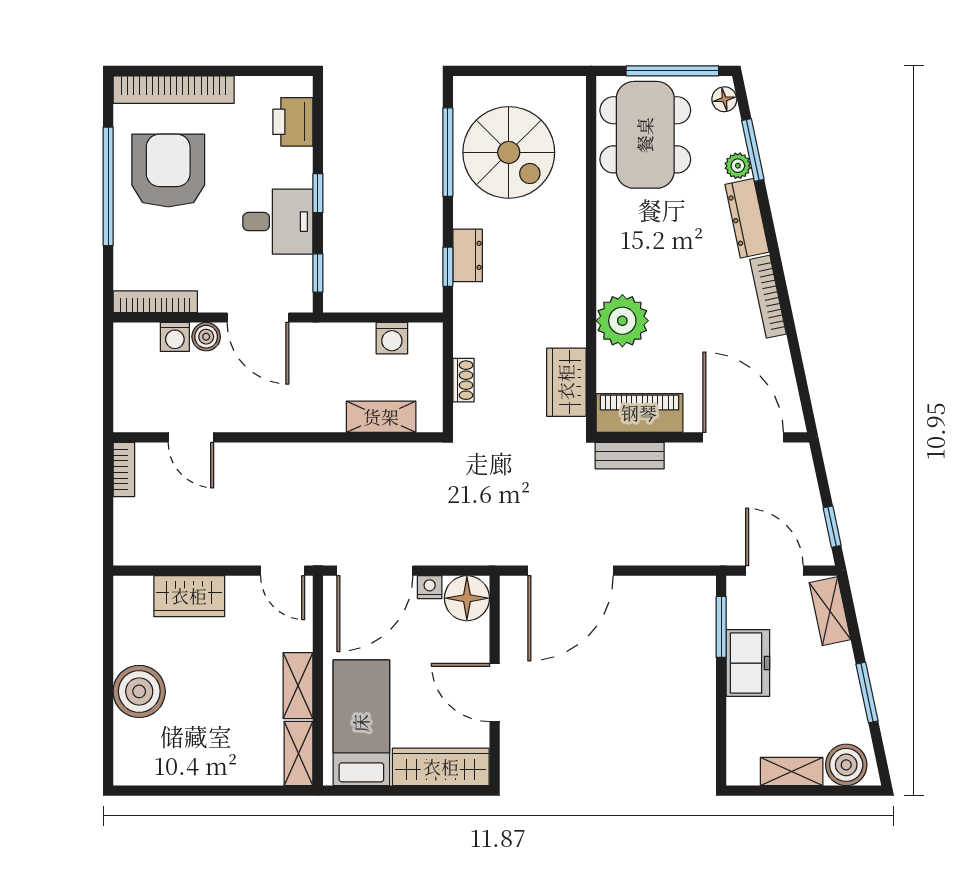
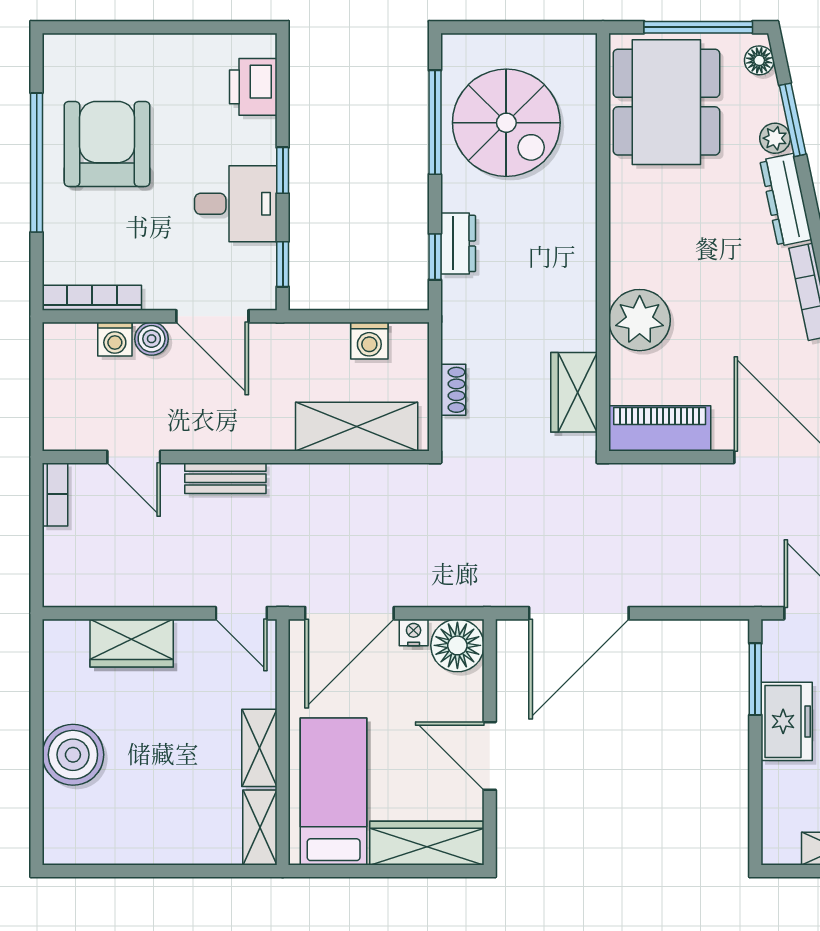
bookcase: (174, 90) -> (113, 49), removed
shelving: (381, 417) -> (357, 427), width x1.50, depth x1.33
bench: (630, 456) -> (225, 478), moved

